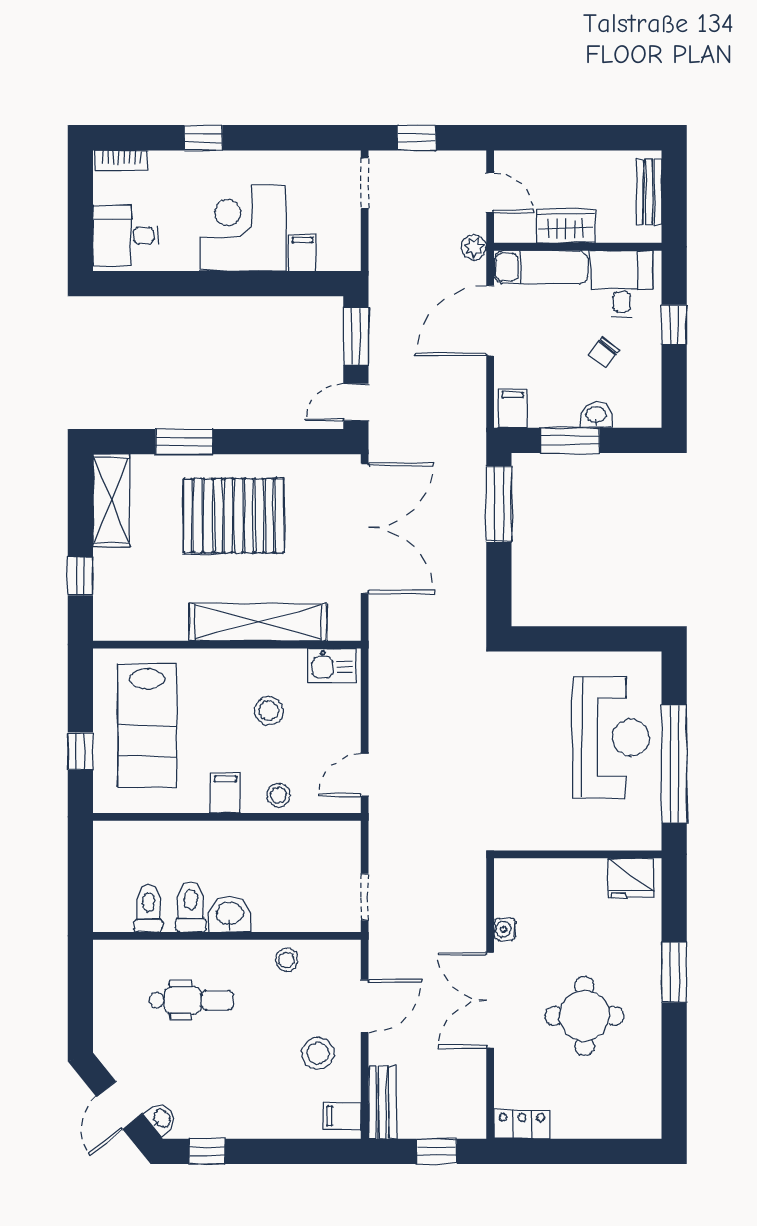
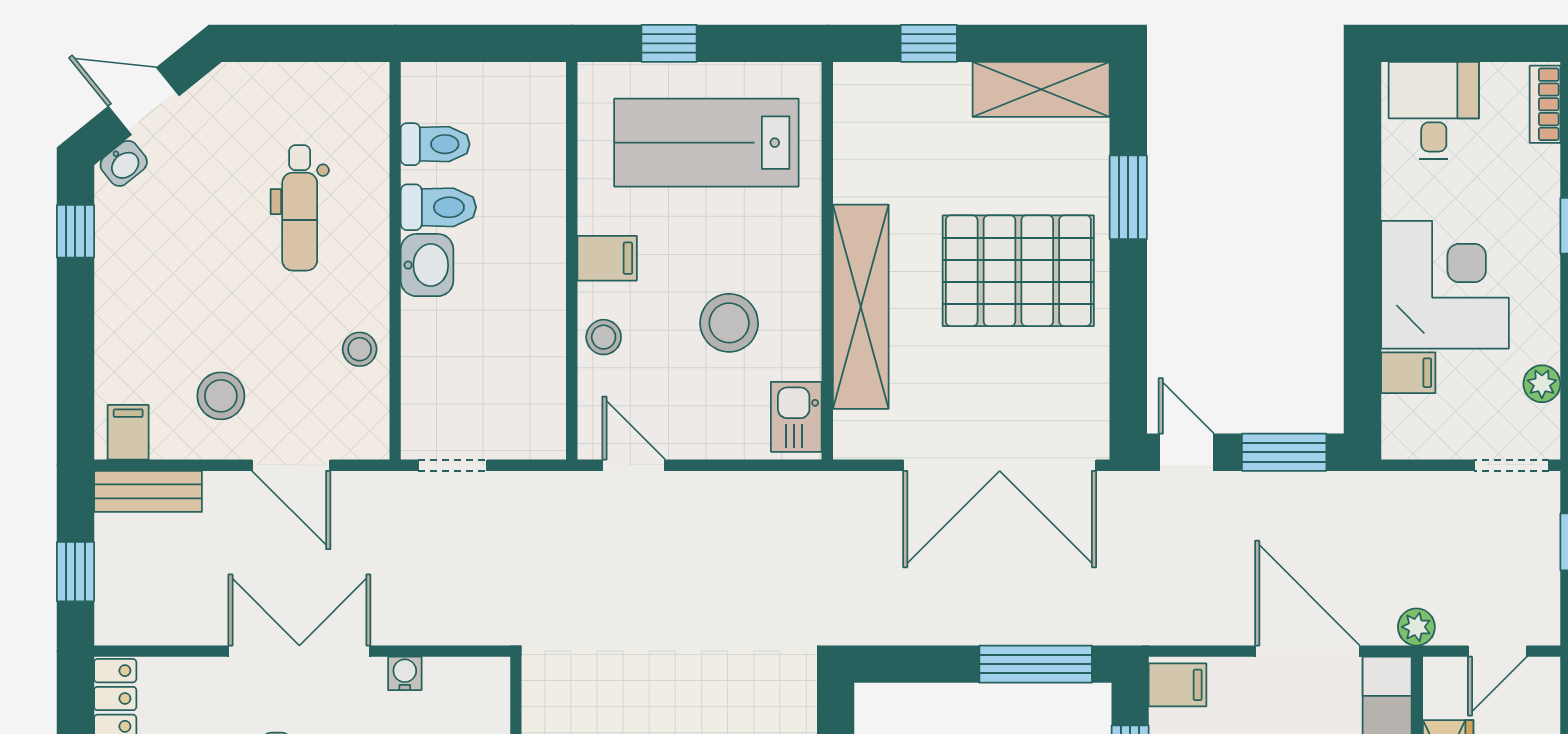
plant: (310, 163) -> (1542, 384), added
pallet: (234, 516) -> (1018, 271), turned 90
stool: (269, 711) -> (729, 323), width x1.38, depth x1.38

